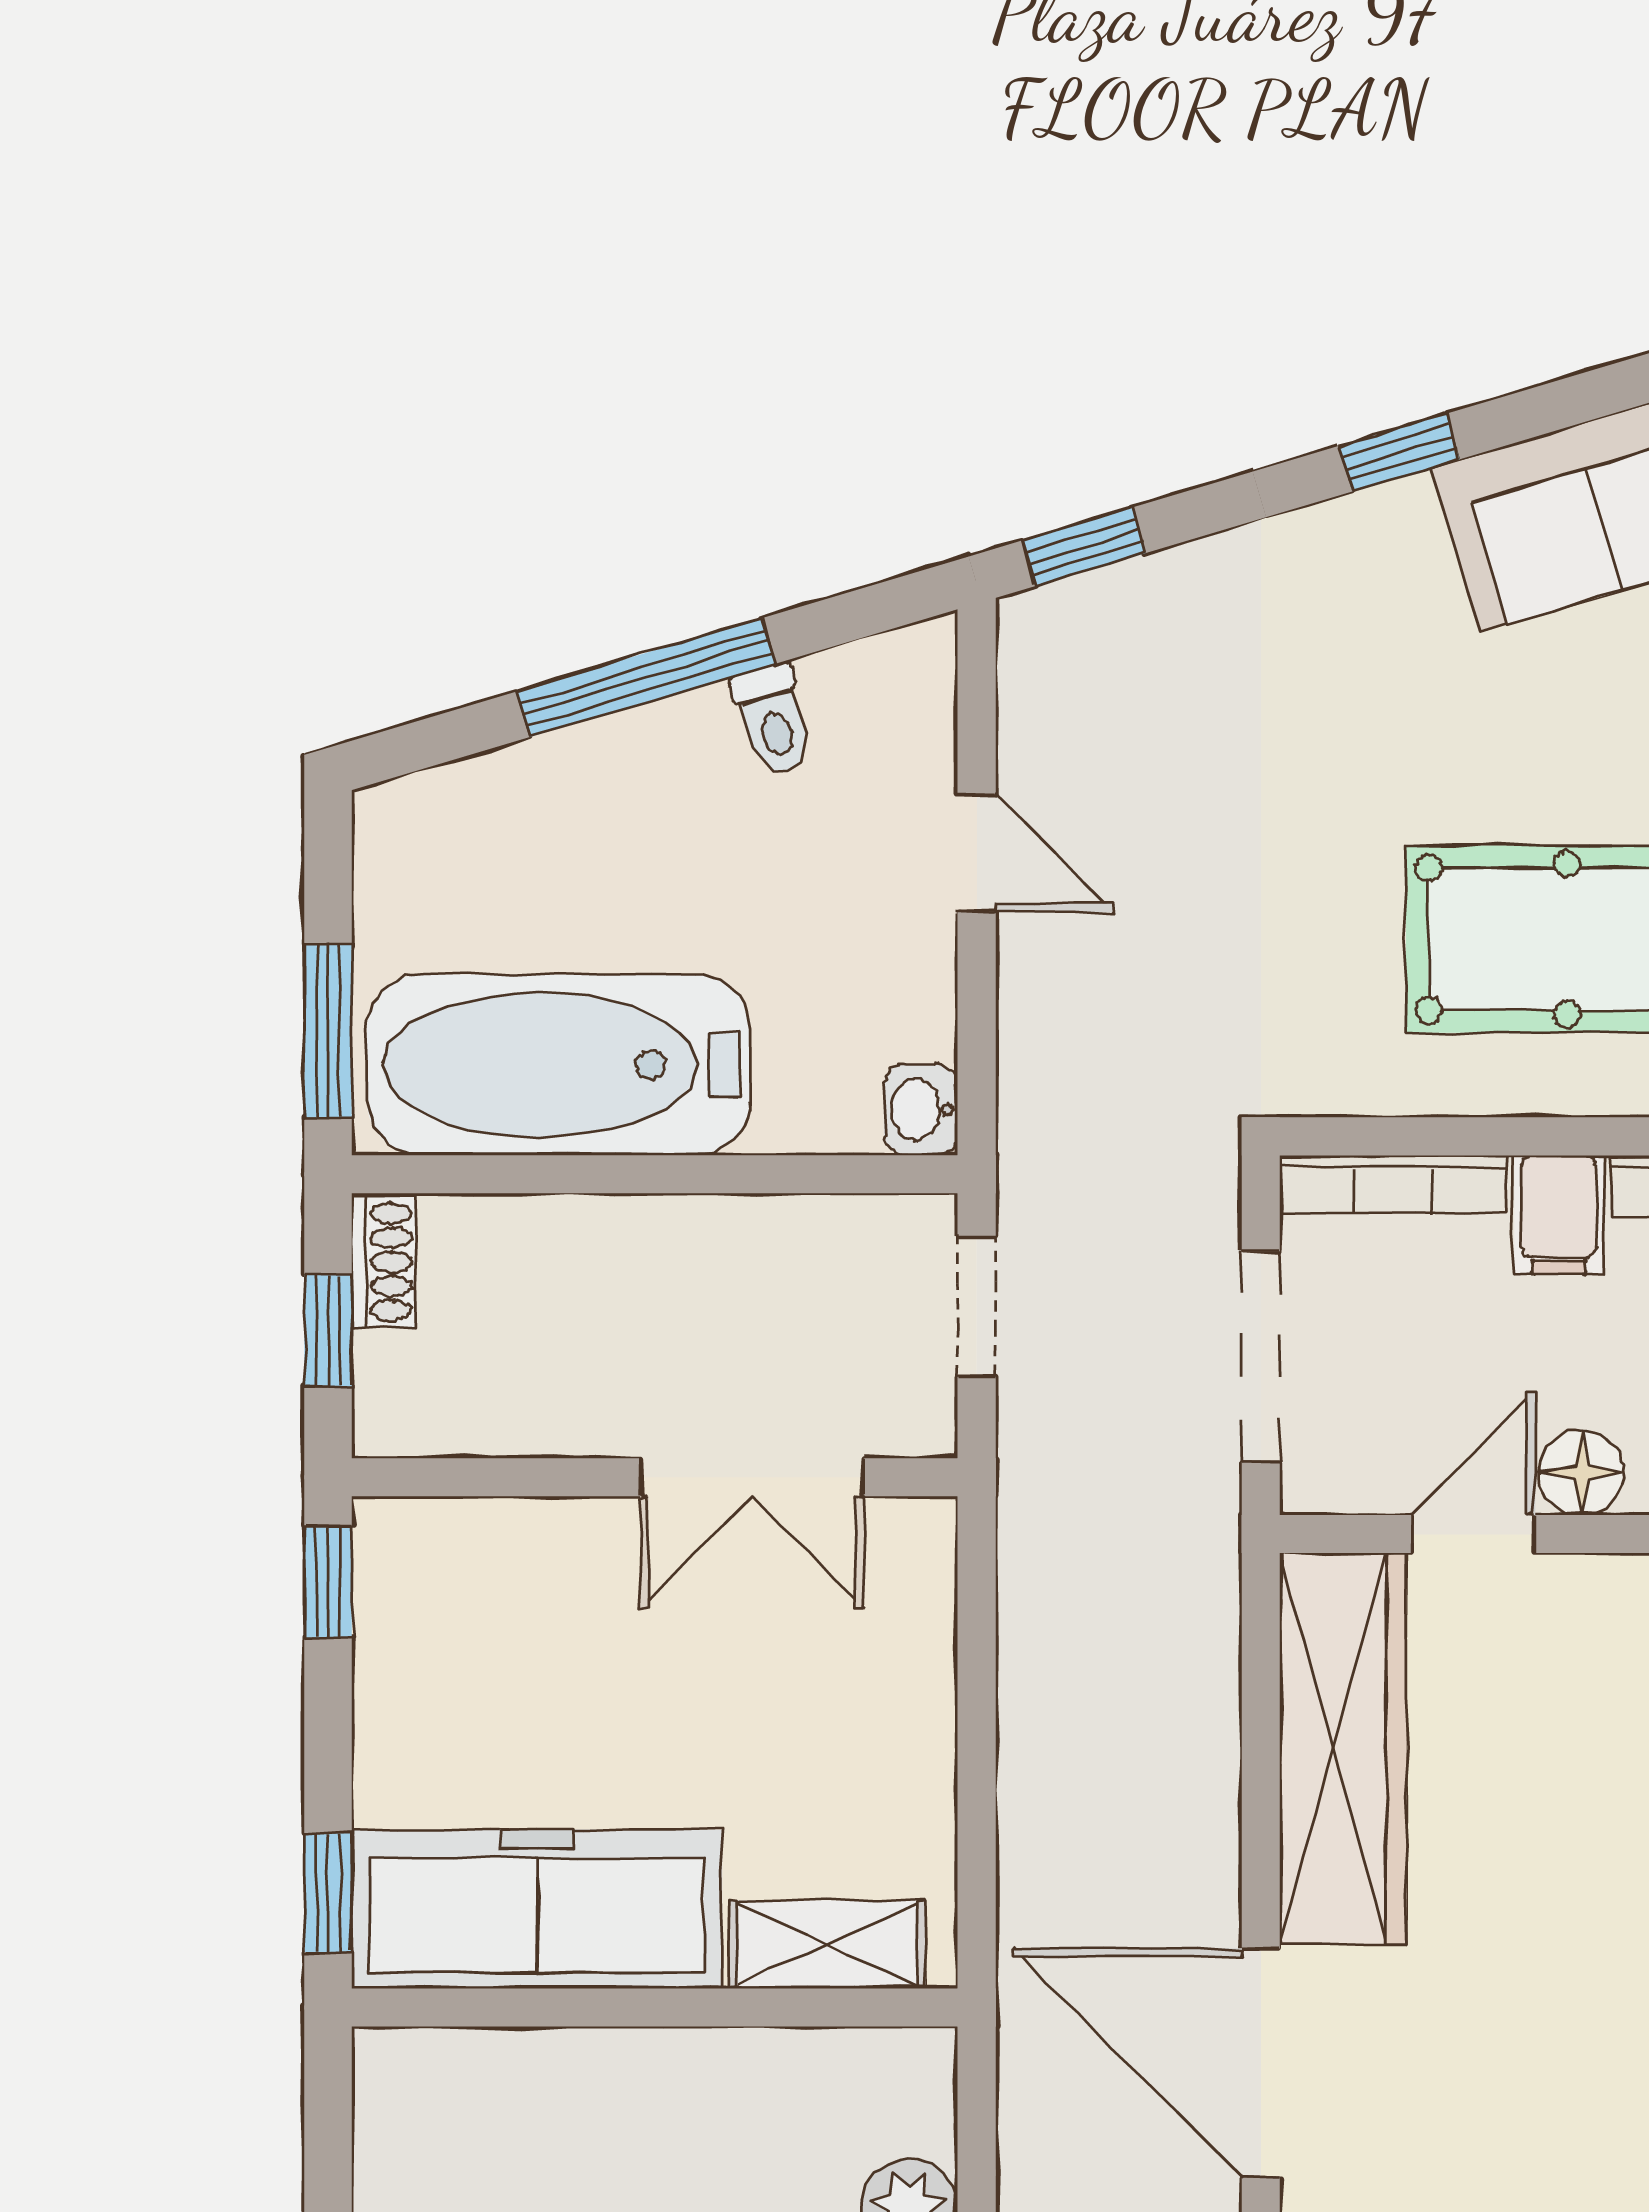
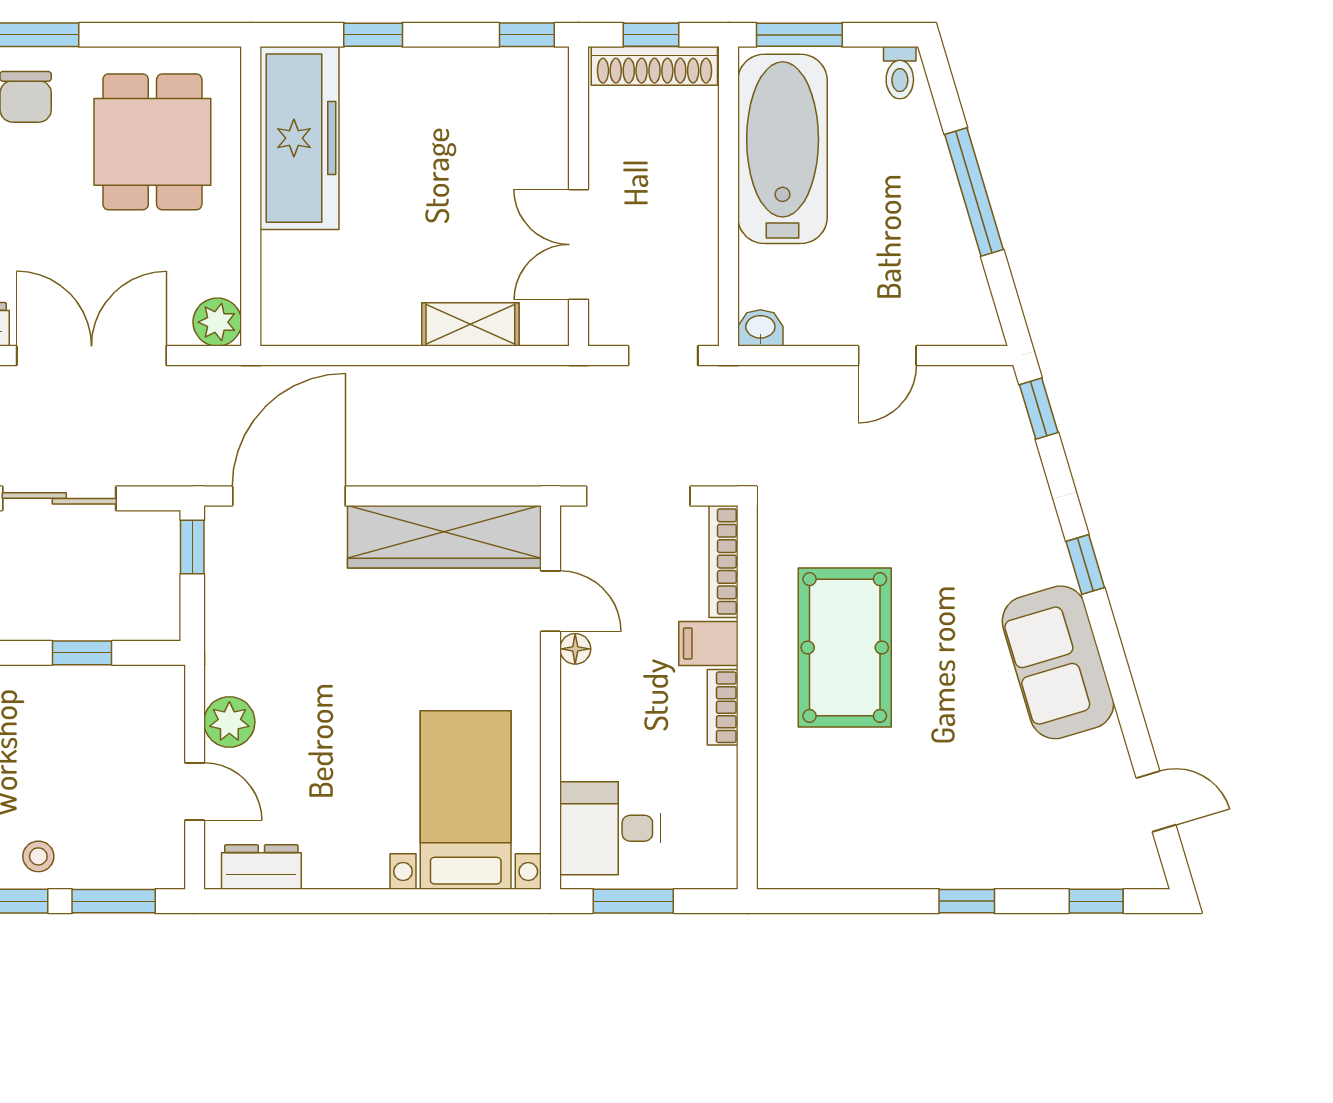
toilet: (773, 720) -> (900, 73), moved, turned -73
shoe rack: (384, 1262) -> (654, 66), width x1.94, depth x1.24
floor lamp: (1581, 1472) -> (575, 649), width x0.73, depth x0.73
freezer: (537, 1909) -> (300, 138), moved
shelving: (828, 1944) -> (470, 324), moved, turned 90
wall: (655, 2007) -> (251, 196), moved

